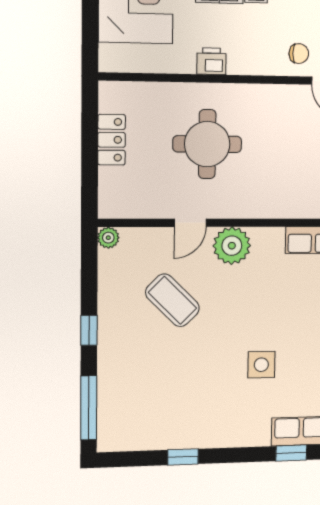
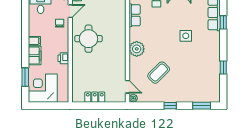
round table: (207, 144) -> (89, 39), moved
door: (190, 223) -> (127, 87), moved
window: (89, 408) -> (202, 106), width x0.69

